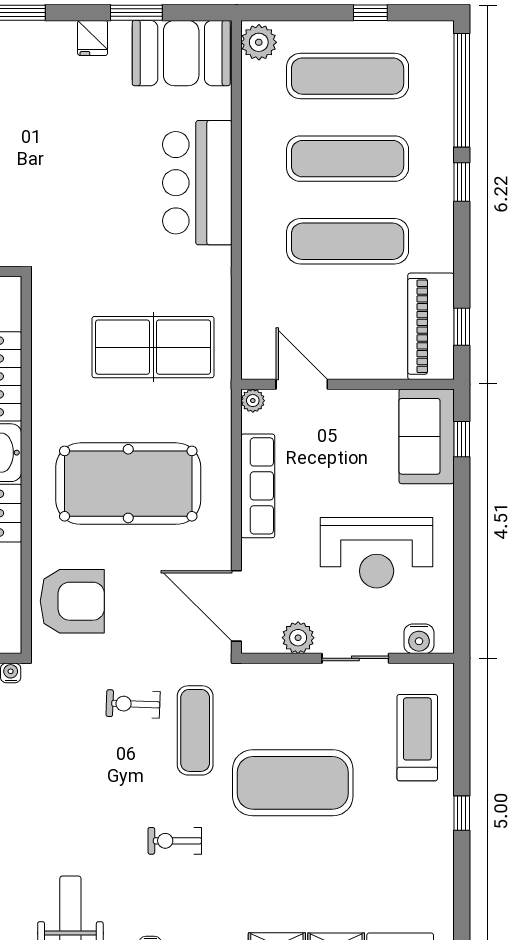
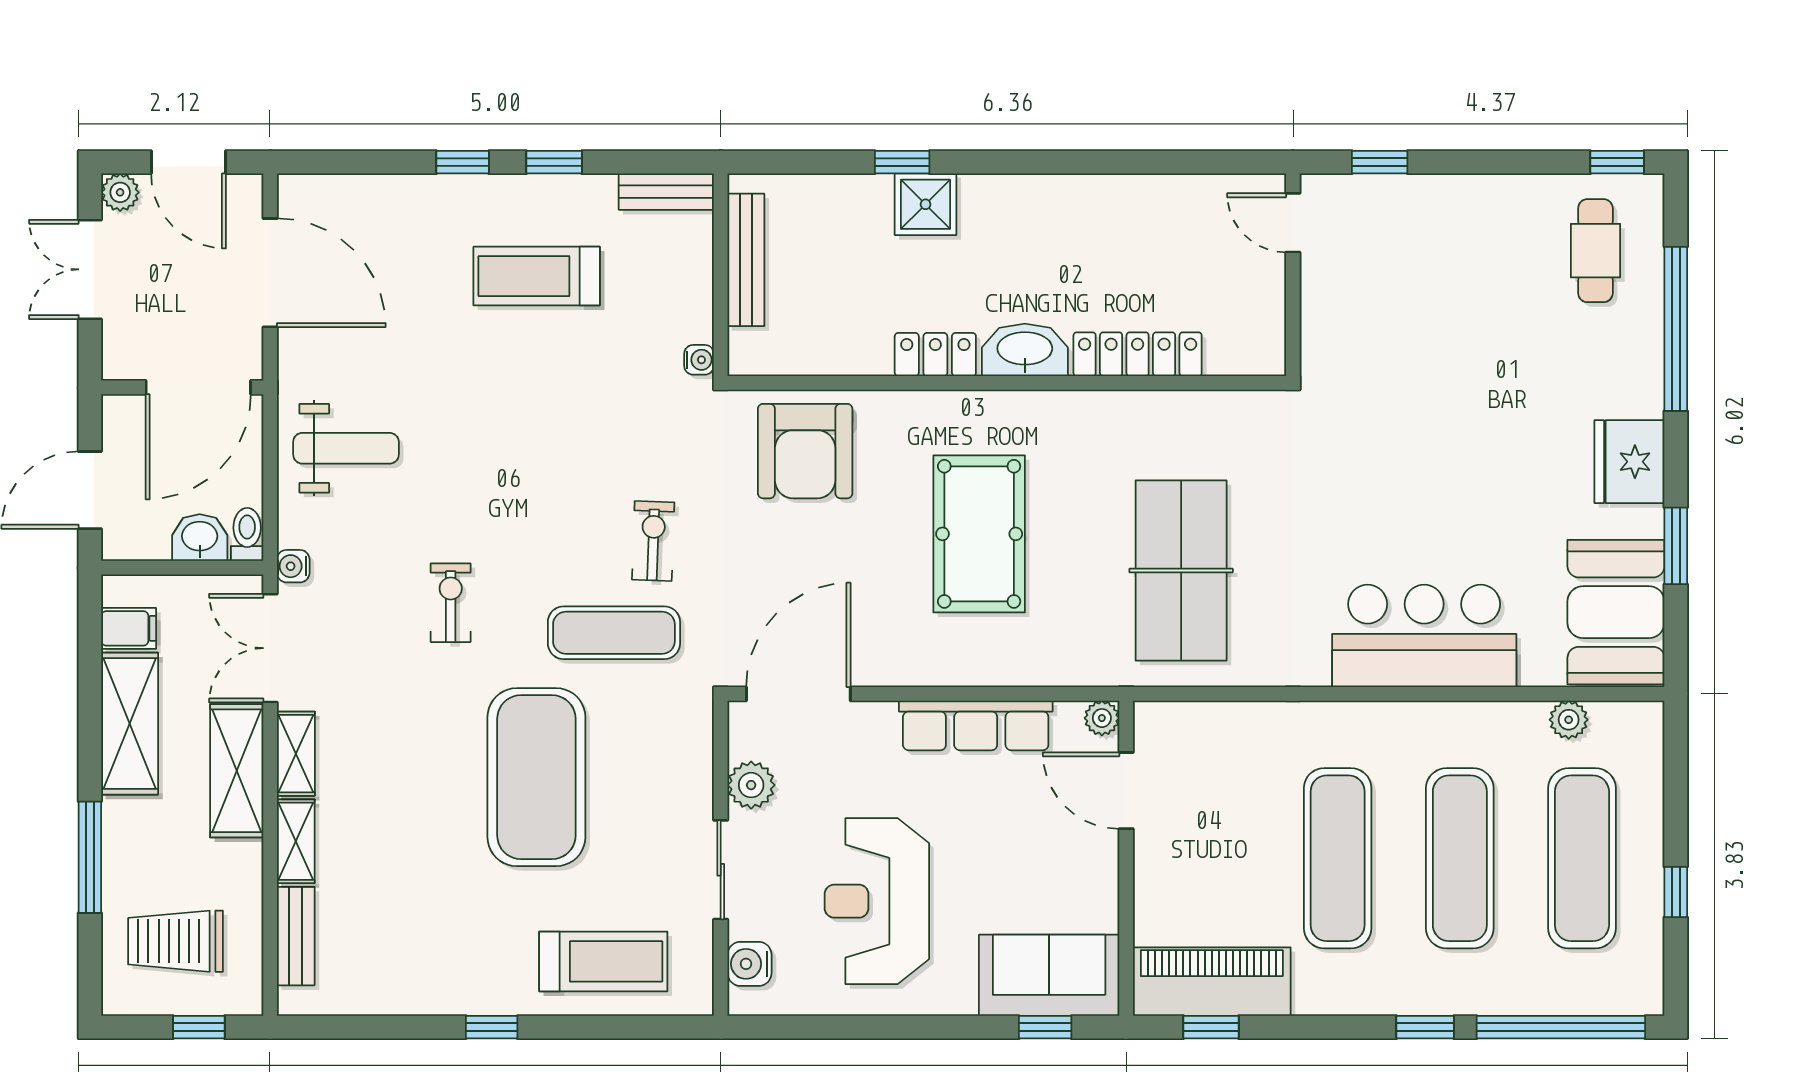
fridge: (93, 38) -> (1629, 462), width x1.88, depth x1.34
plant: (259, 42) -> (1569, 720), moved, width x0.73, depth x0.73
door: (302, 384) -> (1126, 791), swing flipped
pool table: (128, 484) -> (979, 534), width x0.73, depth x0.76

